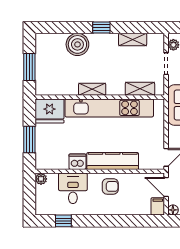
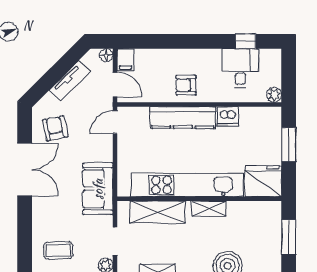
shelving: (140, 89) -> (158, 212), width x1.50, depth x1.33
desk: (73, 188) -> (240, 68), moved, turned 180

